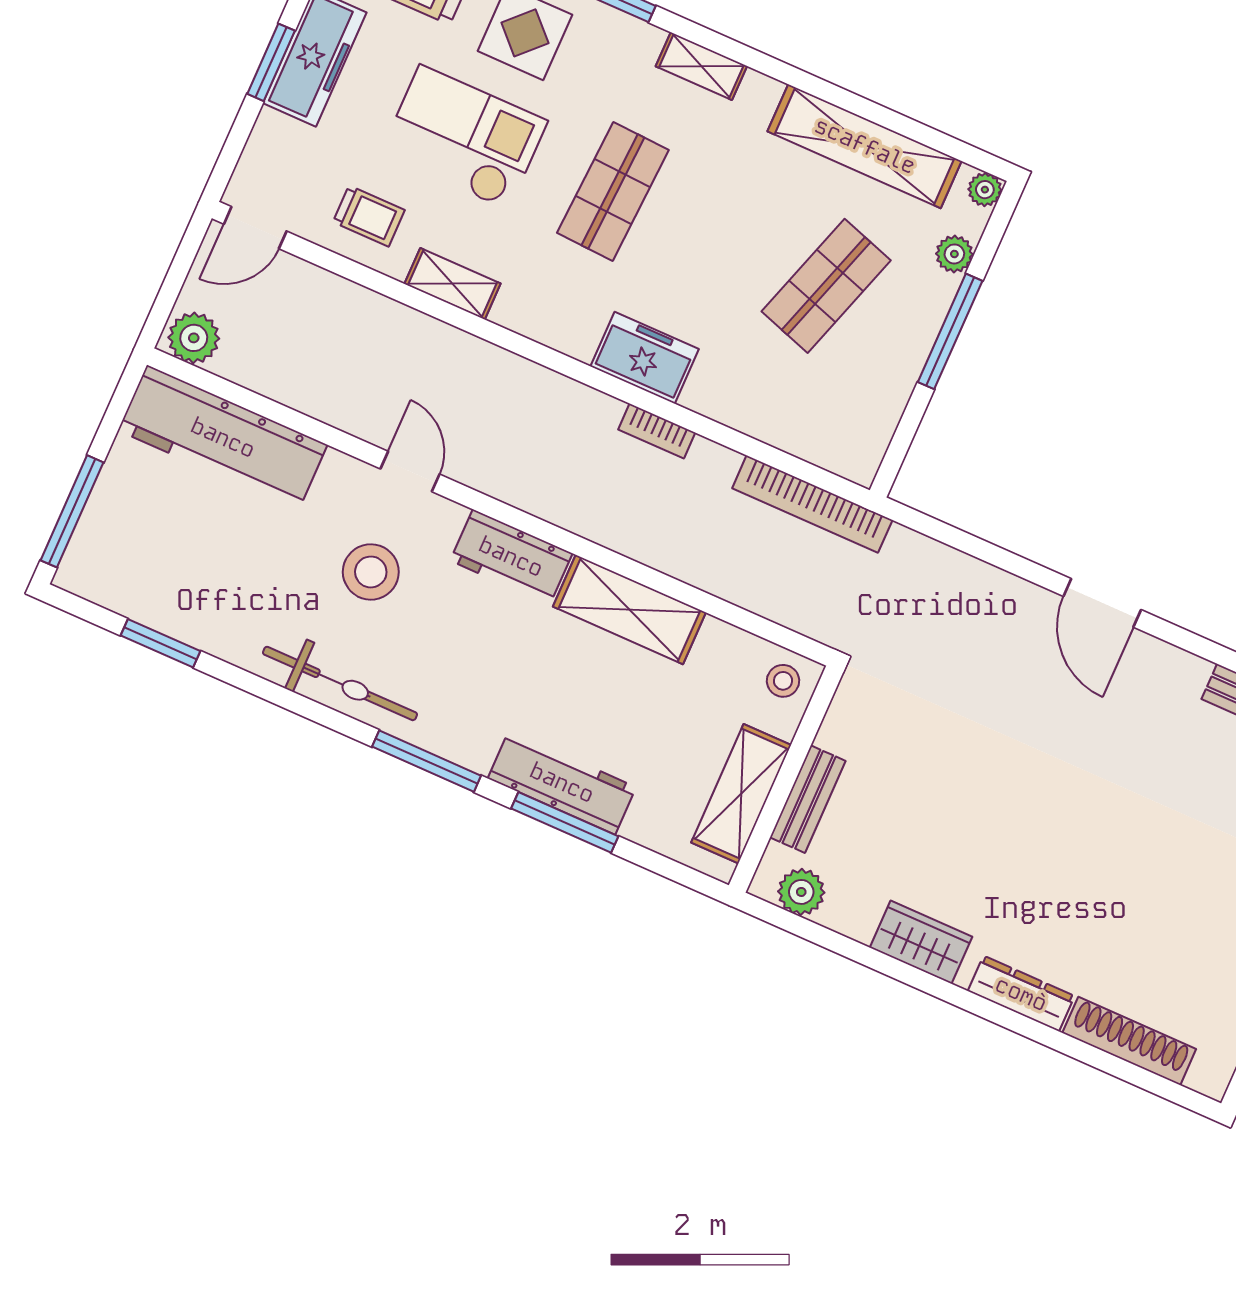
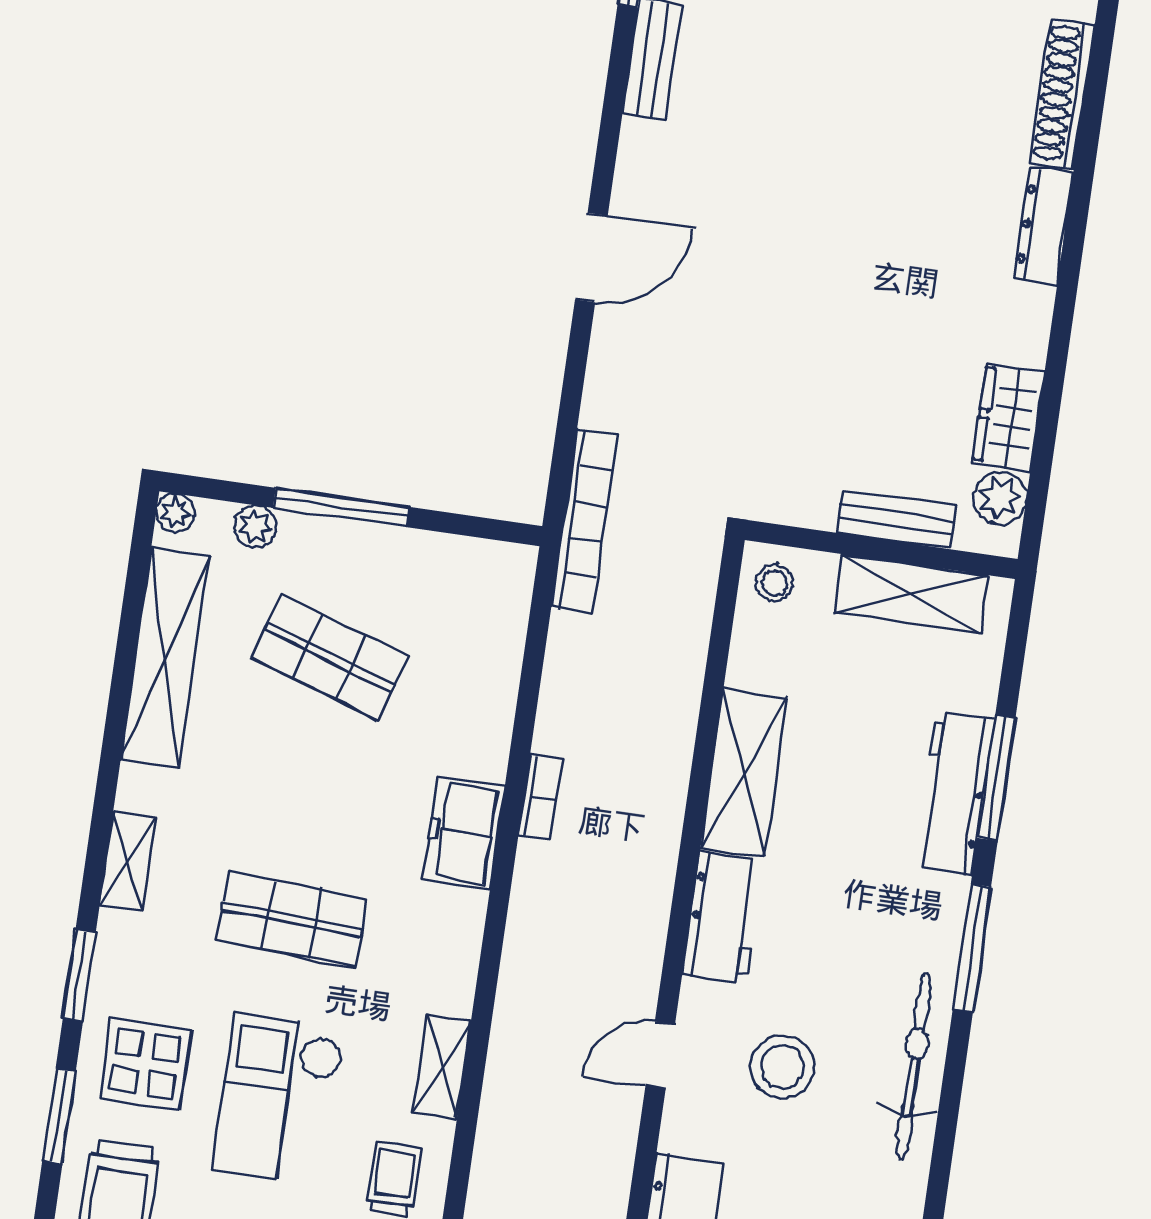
bookcase: (812, 504) -> (584, 521), moved
wardrobe: (921, 942) -> (1009, 417), moved

